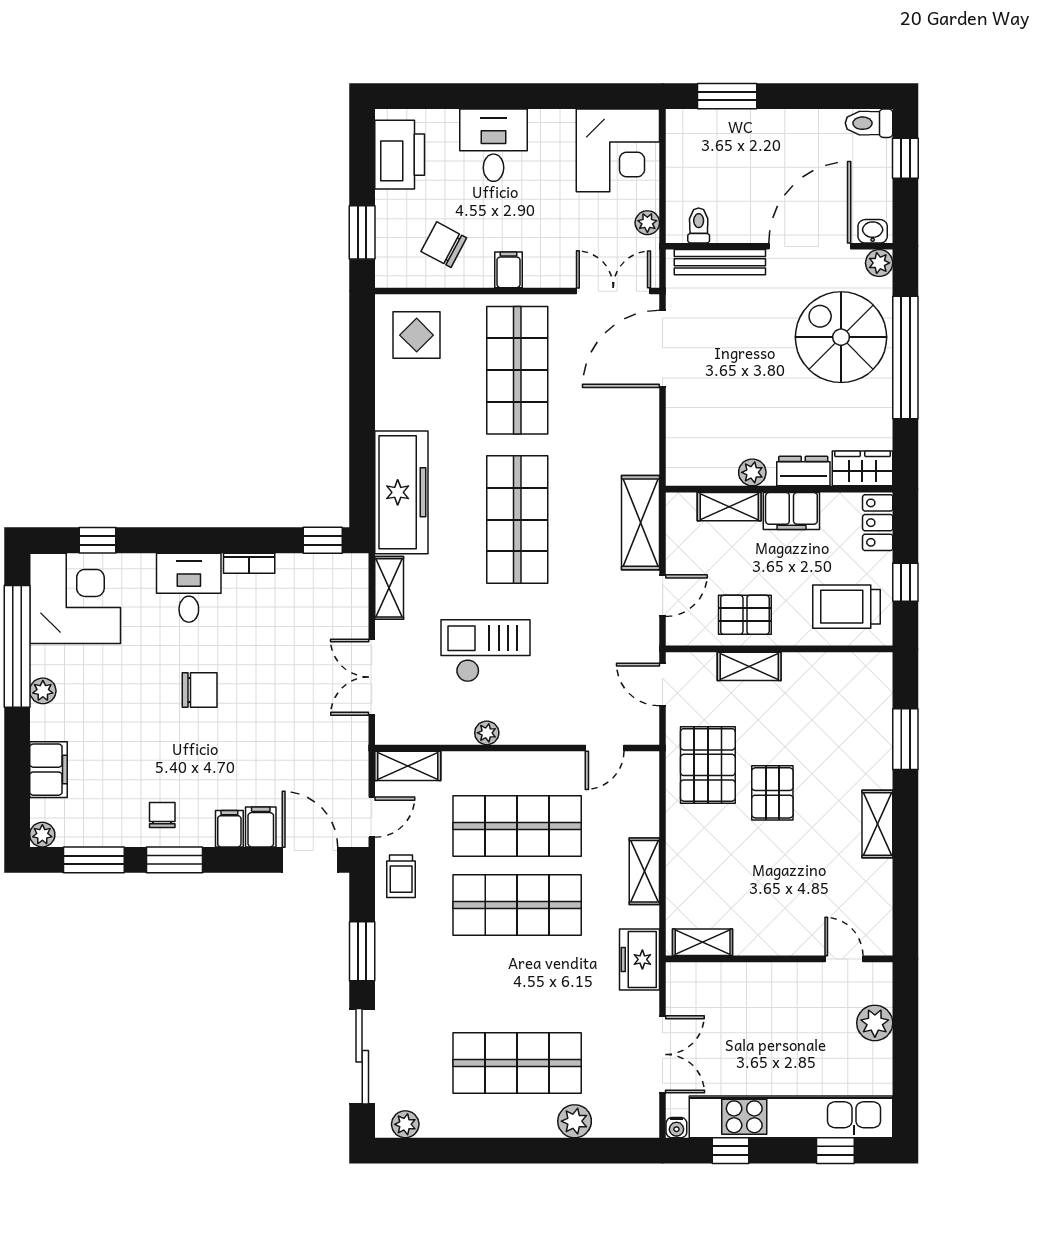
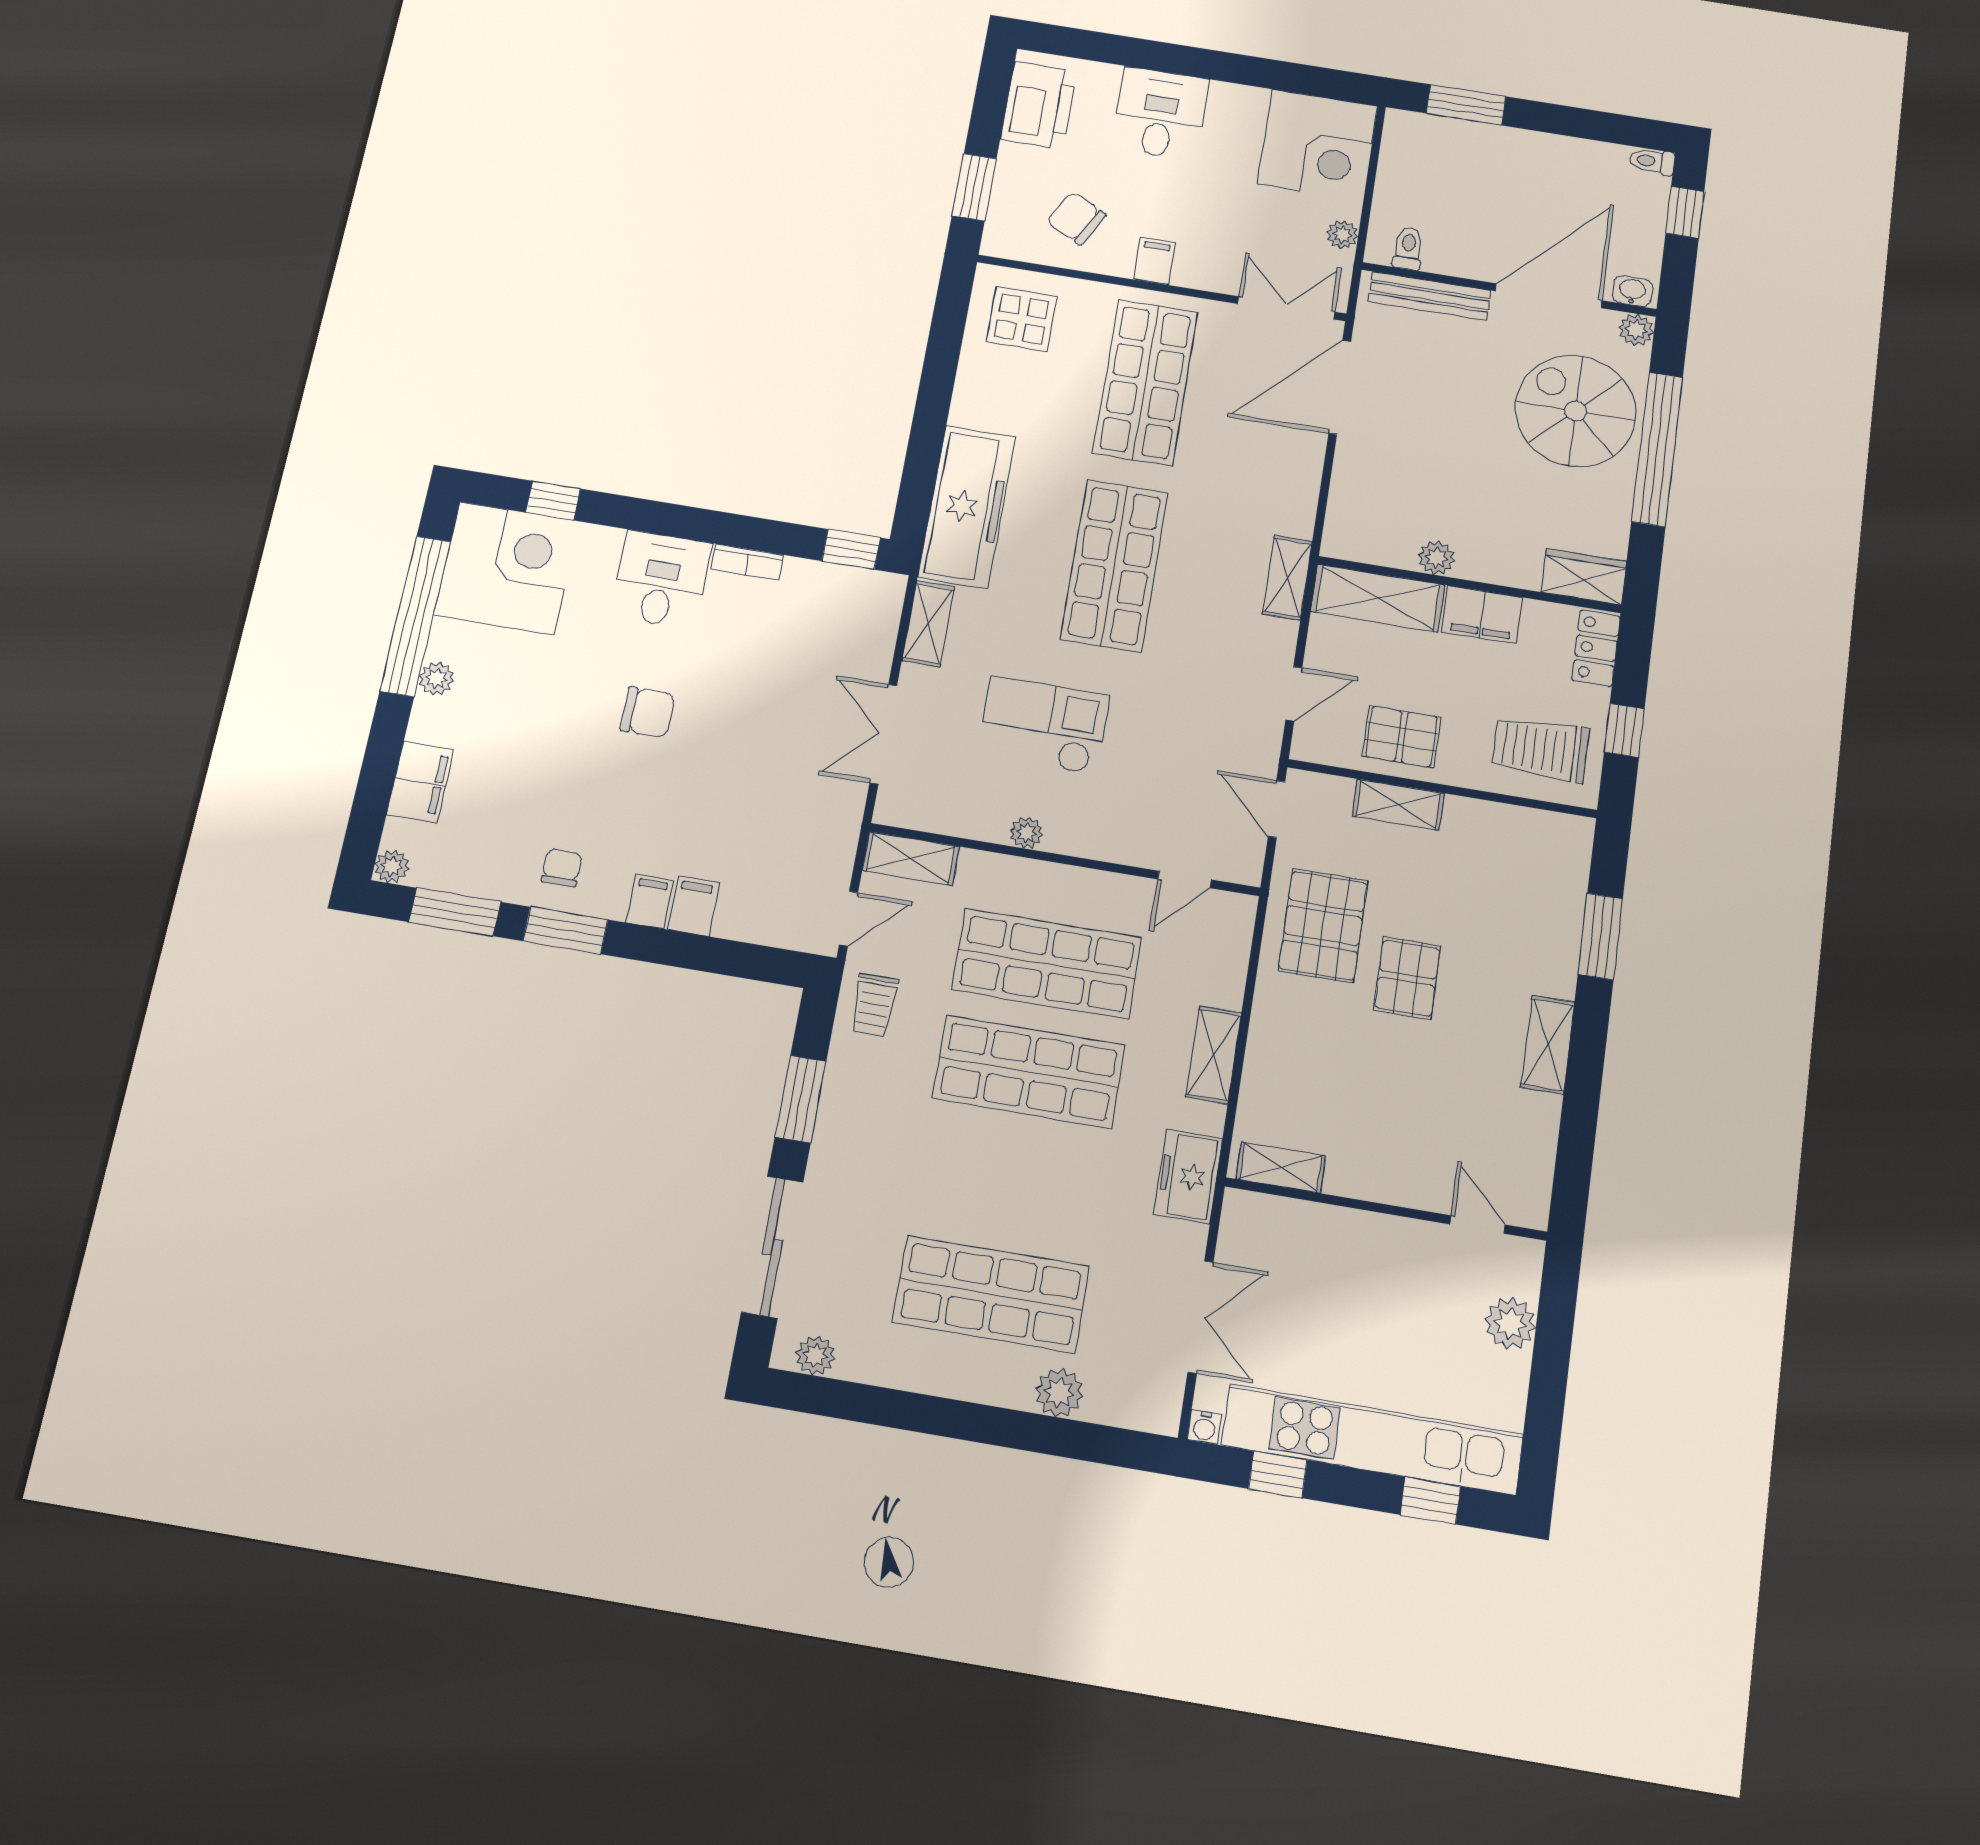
toilet: (869, 123) -> (1652, 161), width x0.73, depth x0.72
dresser: (803, 471) -> (1505, 567), removed
shelving: (729, 507) -> (1378, 598), width x1.50, depth x1.33
shelving: (640, 523) -> (1287, 578), width x0.67, depth x0.75
door: (310, 860) -> (752, 962), removed

